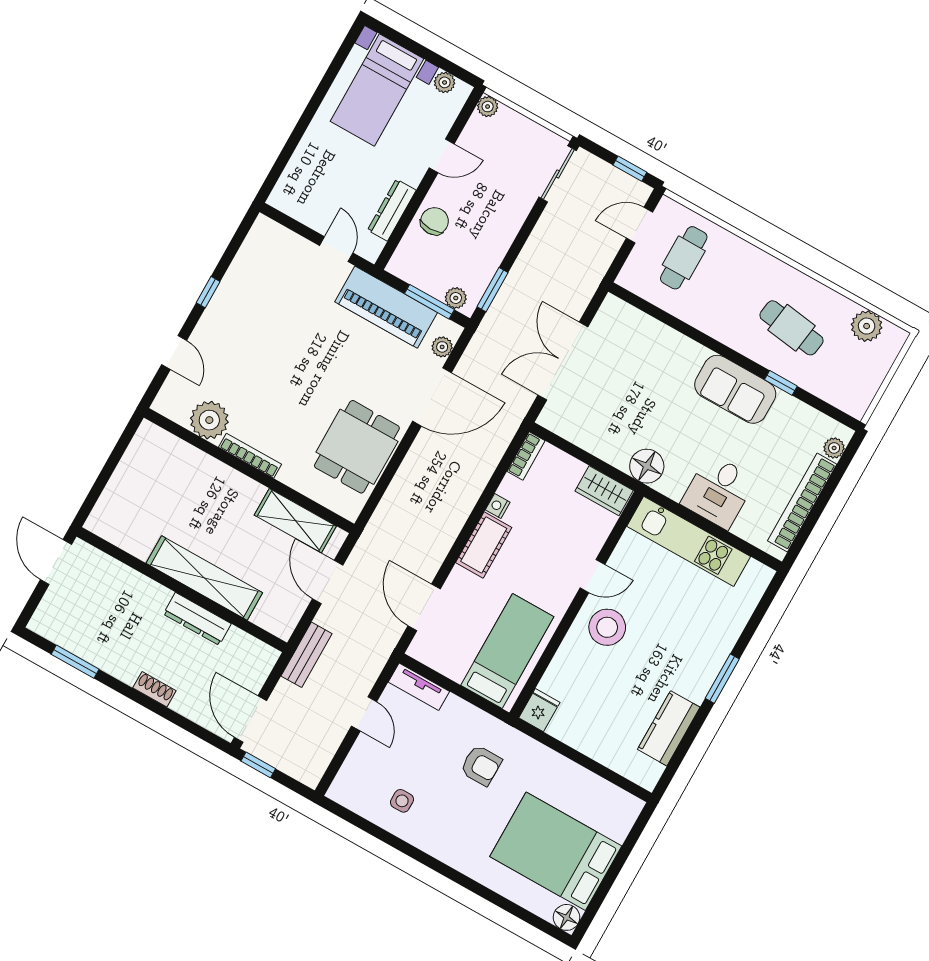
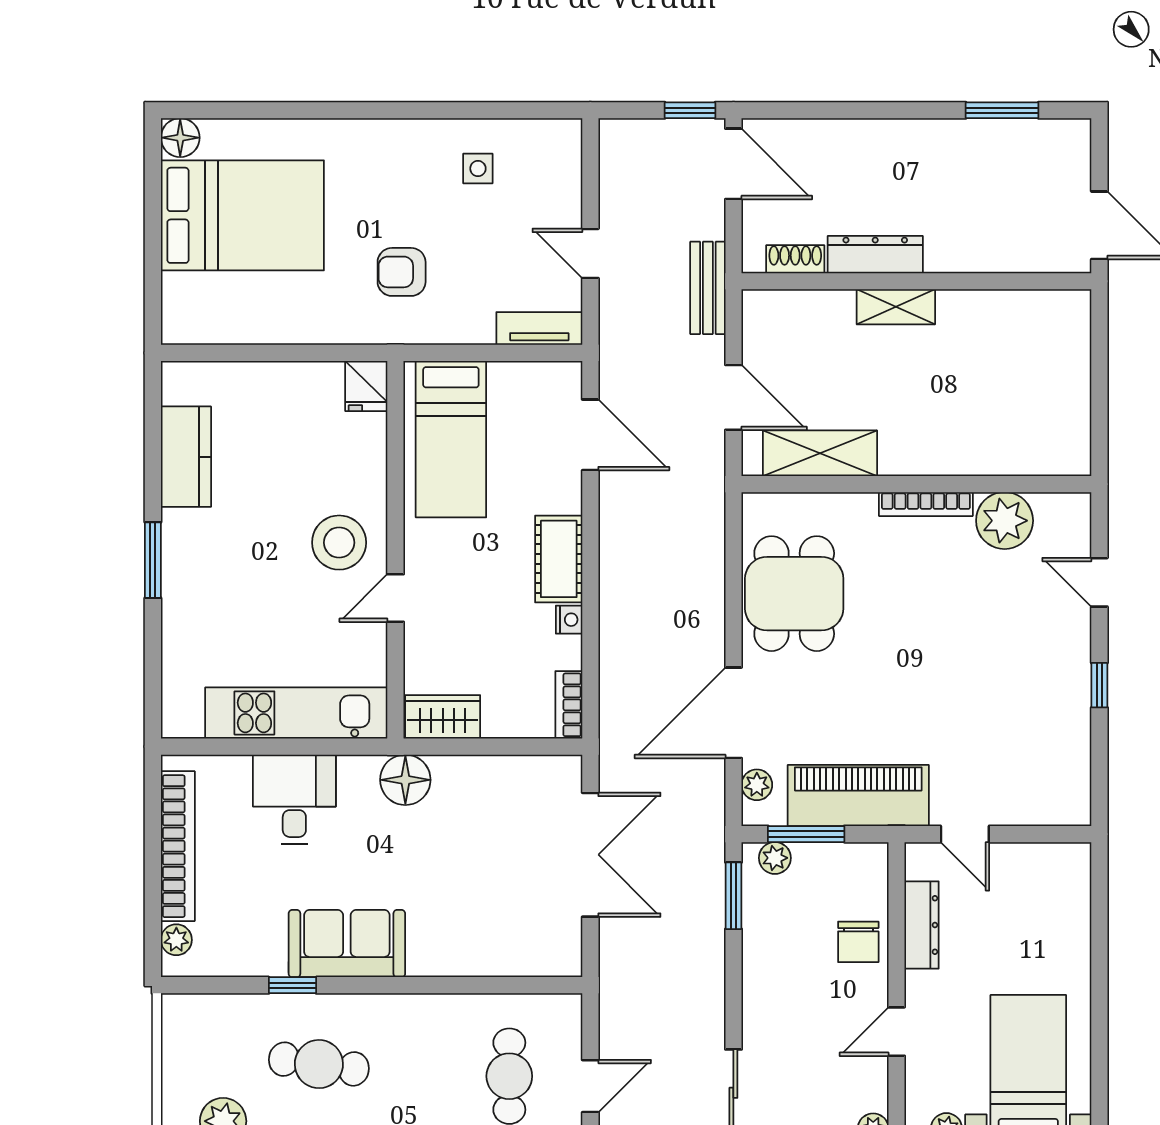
shelving: (204, 578) -> (896, 307), width x0.45, depth x0.75
shoe rack: (154, 689) -> (795, 259), moved, turned 180

